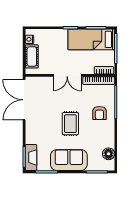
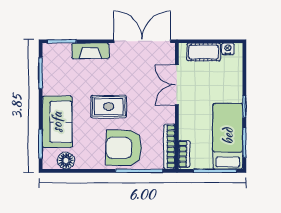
double door: (67, 75) -> (177, 85), moved
armchair: (99, 113) -> (124, 148), width x1.88, depth x1.88
fireplace: (31, 157) -> (90, 51), moved
sofa: (69, 160) -> (57, 122), moved

